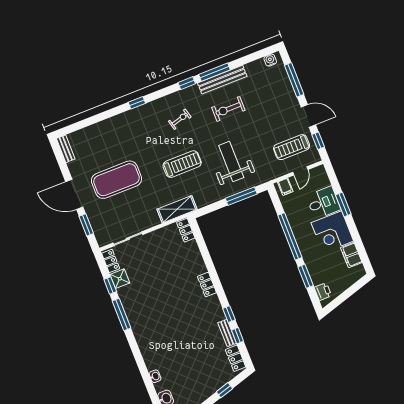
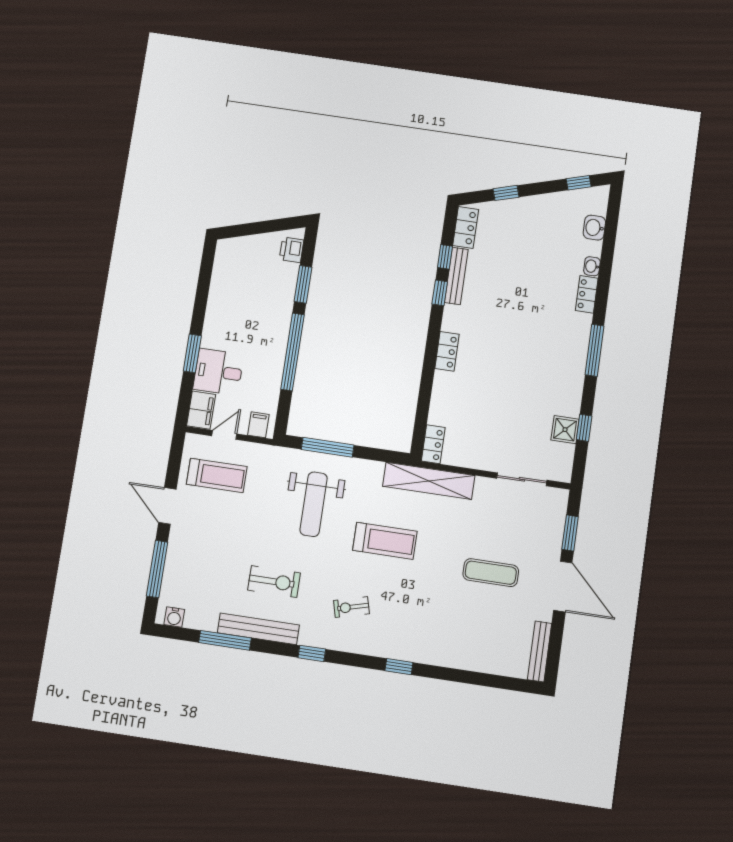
window: (215, 72) -> (225, 640), moved
window: (318, 141) -> (174, 463), removed
bench: (66, 149) -> (540, 651), width x1.36
treadmill: (182, 164) -> (385, 541), turned 180
exercise mat: (116, 180) -> (491, 573), width x0.50, depth x0.69
shelving: (177, 209) -> (429, 481), width x1.47
corner desk: (332, 232) -> (230, 324), removed
filing cabinet: (351, 255) -> (201, 410), moved
locker: (111, 261) -> (587, 294), moved
window: (122, 314) -> (594, 350), moved
bench: (227, 333) -> (456, 276), width x1.36

